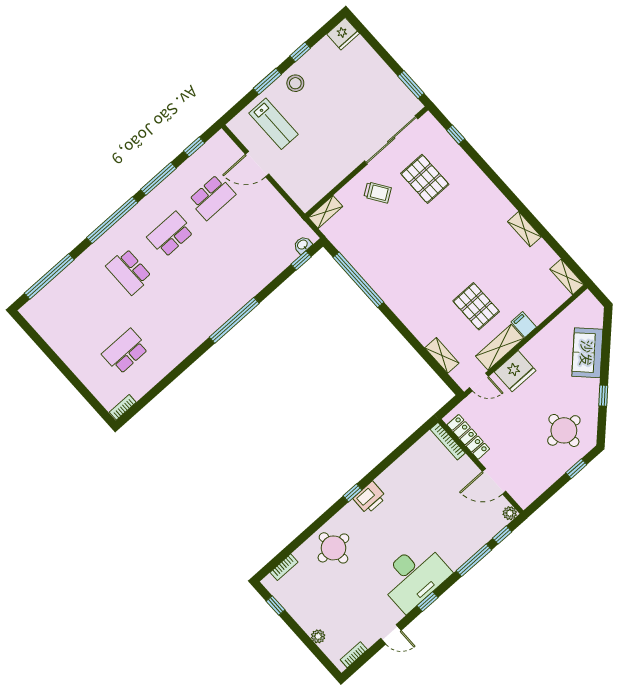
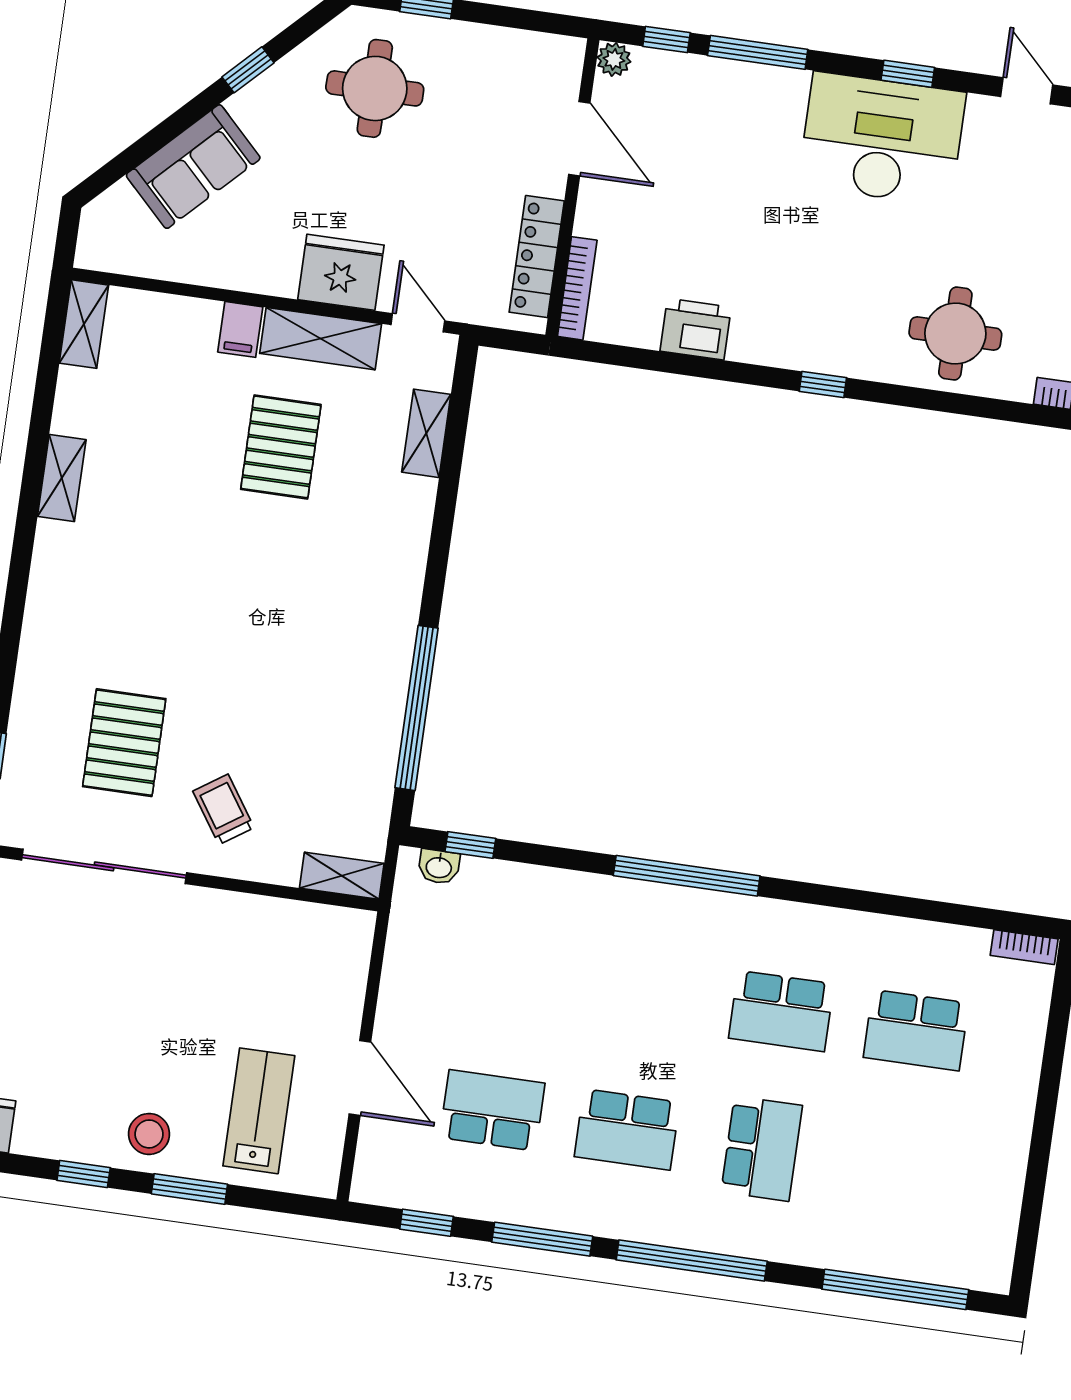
school desk: (167, 314) -> (781, 1011), added
printer: (370, 498) -> (696, 329), moved

